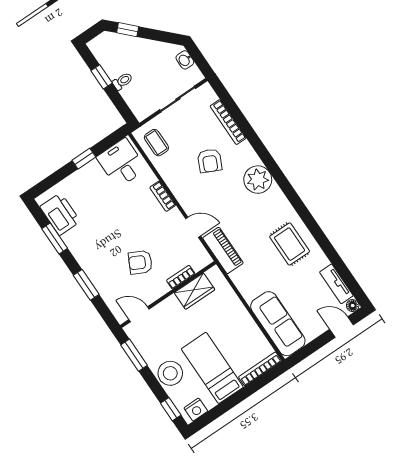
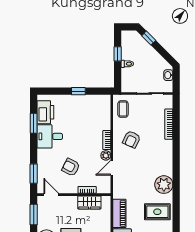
armchair: (210, 161) -> (131, 139), moved
desk: (121, 163) -> (50, 136), moved, turned -90
plant: (258, 180) -> (164, 185), moved
plant: (175, 217) -> (106, 155), added
door: (193, 227) -> (112, 168), swing flipped
rug: (290, 244) -> (157, 212), turned 90
piano: (223, 250) -> (119, 213), moved
window: (86, 285) -> (34, 174), moved

